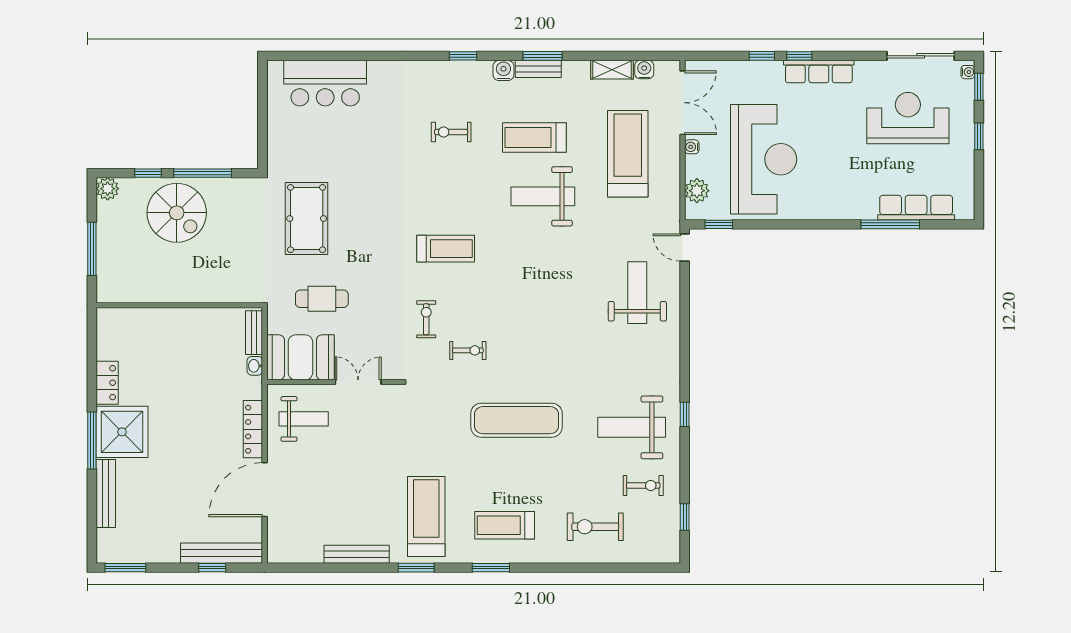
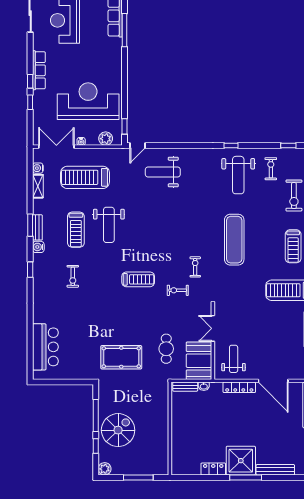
treadmill: (446, 249) -> (138, 279), turned 90

